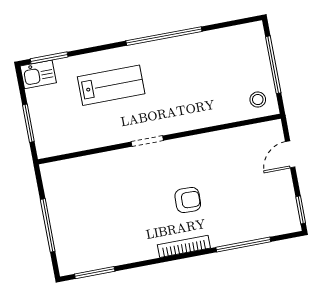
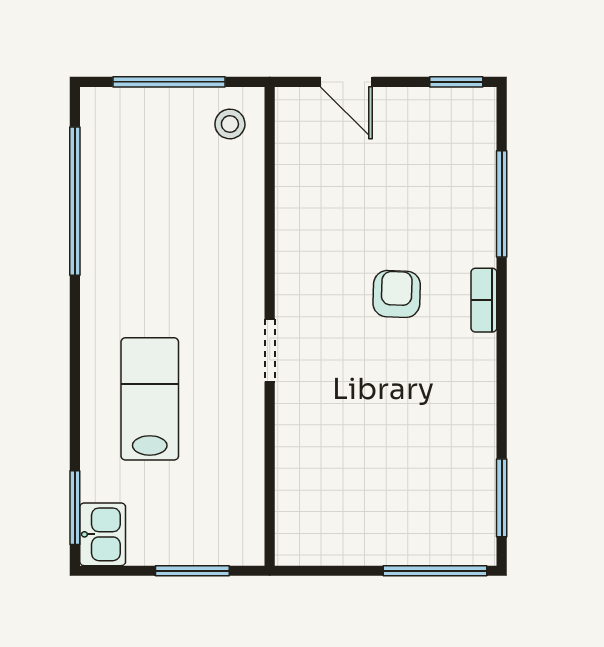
window: (164, 36) -> (75, 201), moved
window: (48, 225) -> (435, 571), moved
bookcase: (184, 246) -> (484, 300), width x0.64

